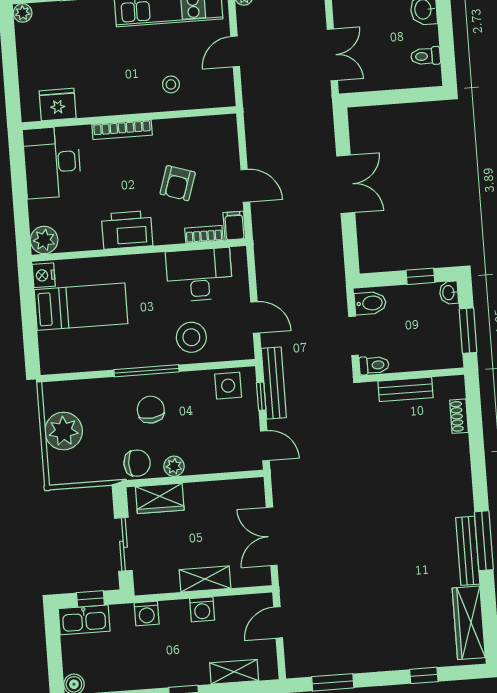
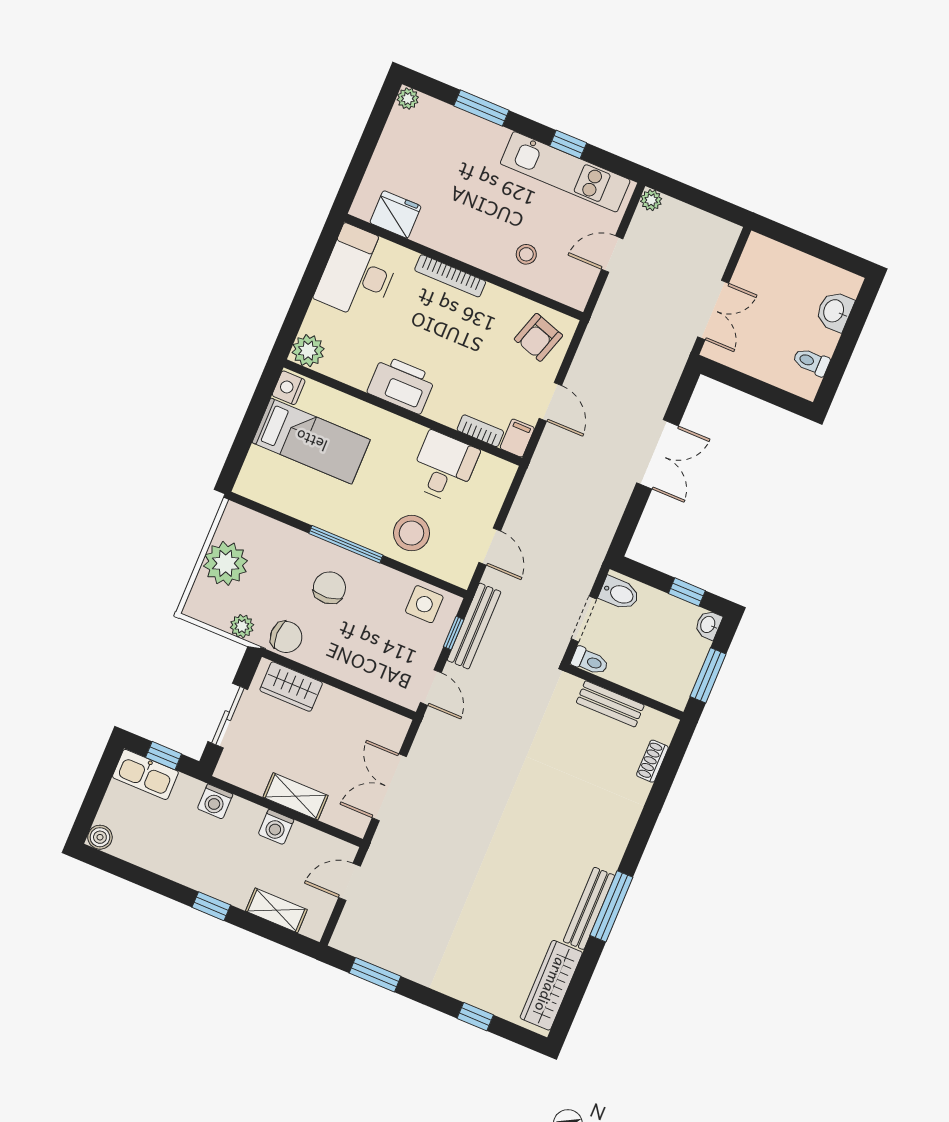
armchair: (178, 183) -> (538, 337), moved
desk: (199, 275) -> (444, 467), width x0.73
plant: (174, 466) -> (242, 626), moved

